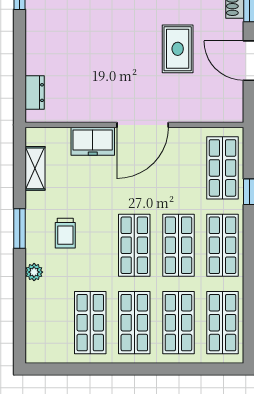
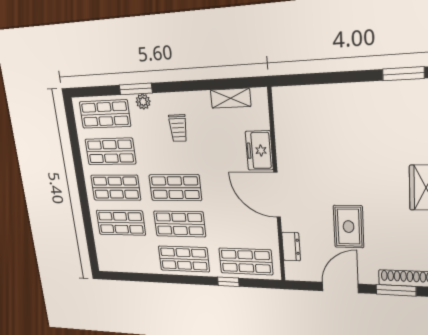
rug: (178, 49) -> (349, 227), turned 90
dresser: (35, 93) -> (291, 247), moved, turned -90
window: (20, 228) -> (136, 89), moved
trolley: (65, 233) -> (178, 128), turned -90
shop shelf: (223, 323) -> (105, 114), moved

